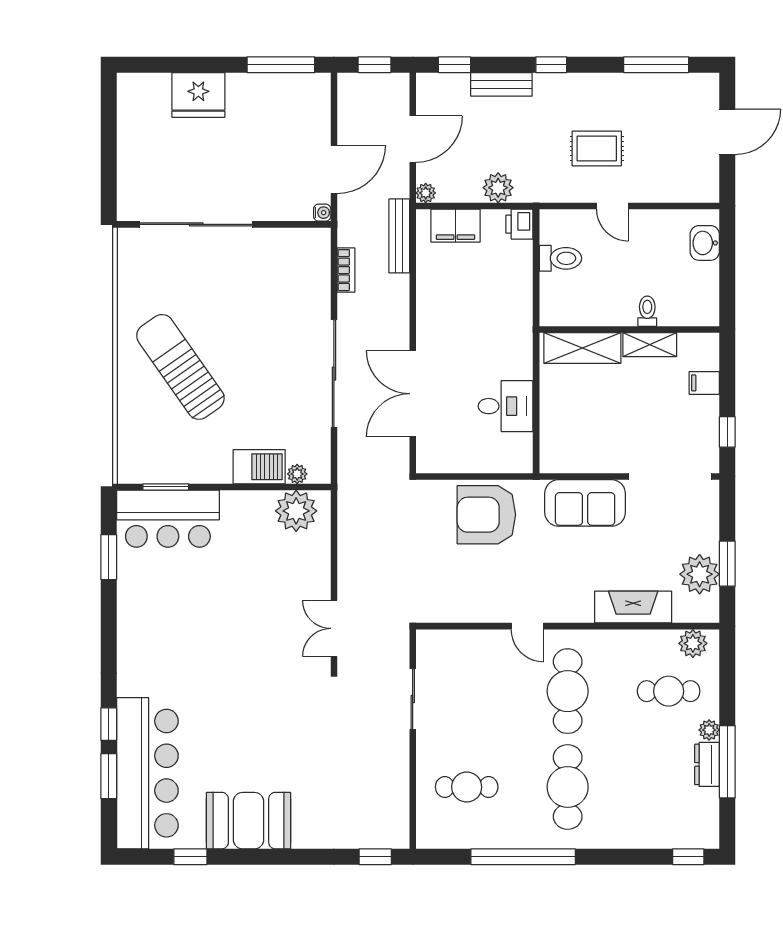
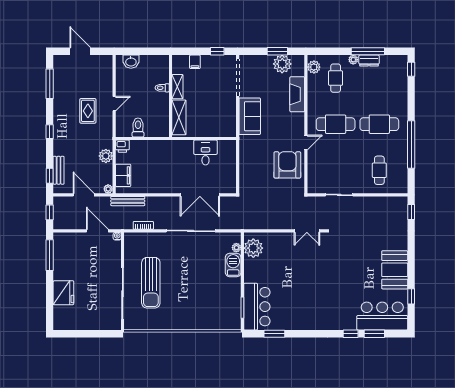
bench: (501, 84) -> (59, 170), moved
sun lounger: (180, 367) -> (151, 283), moved, turned -55
armchair: (486, 515) -> (287, 165), moved, turned 180
bar counter: (147, 773) -> (382, 316), width x0.73

